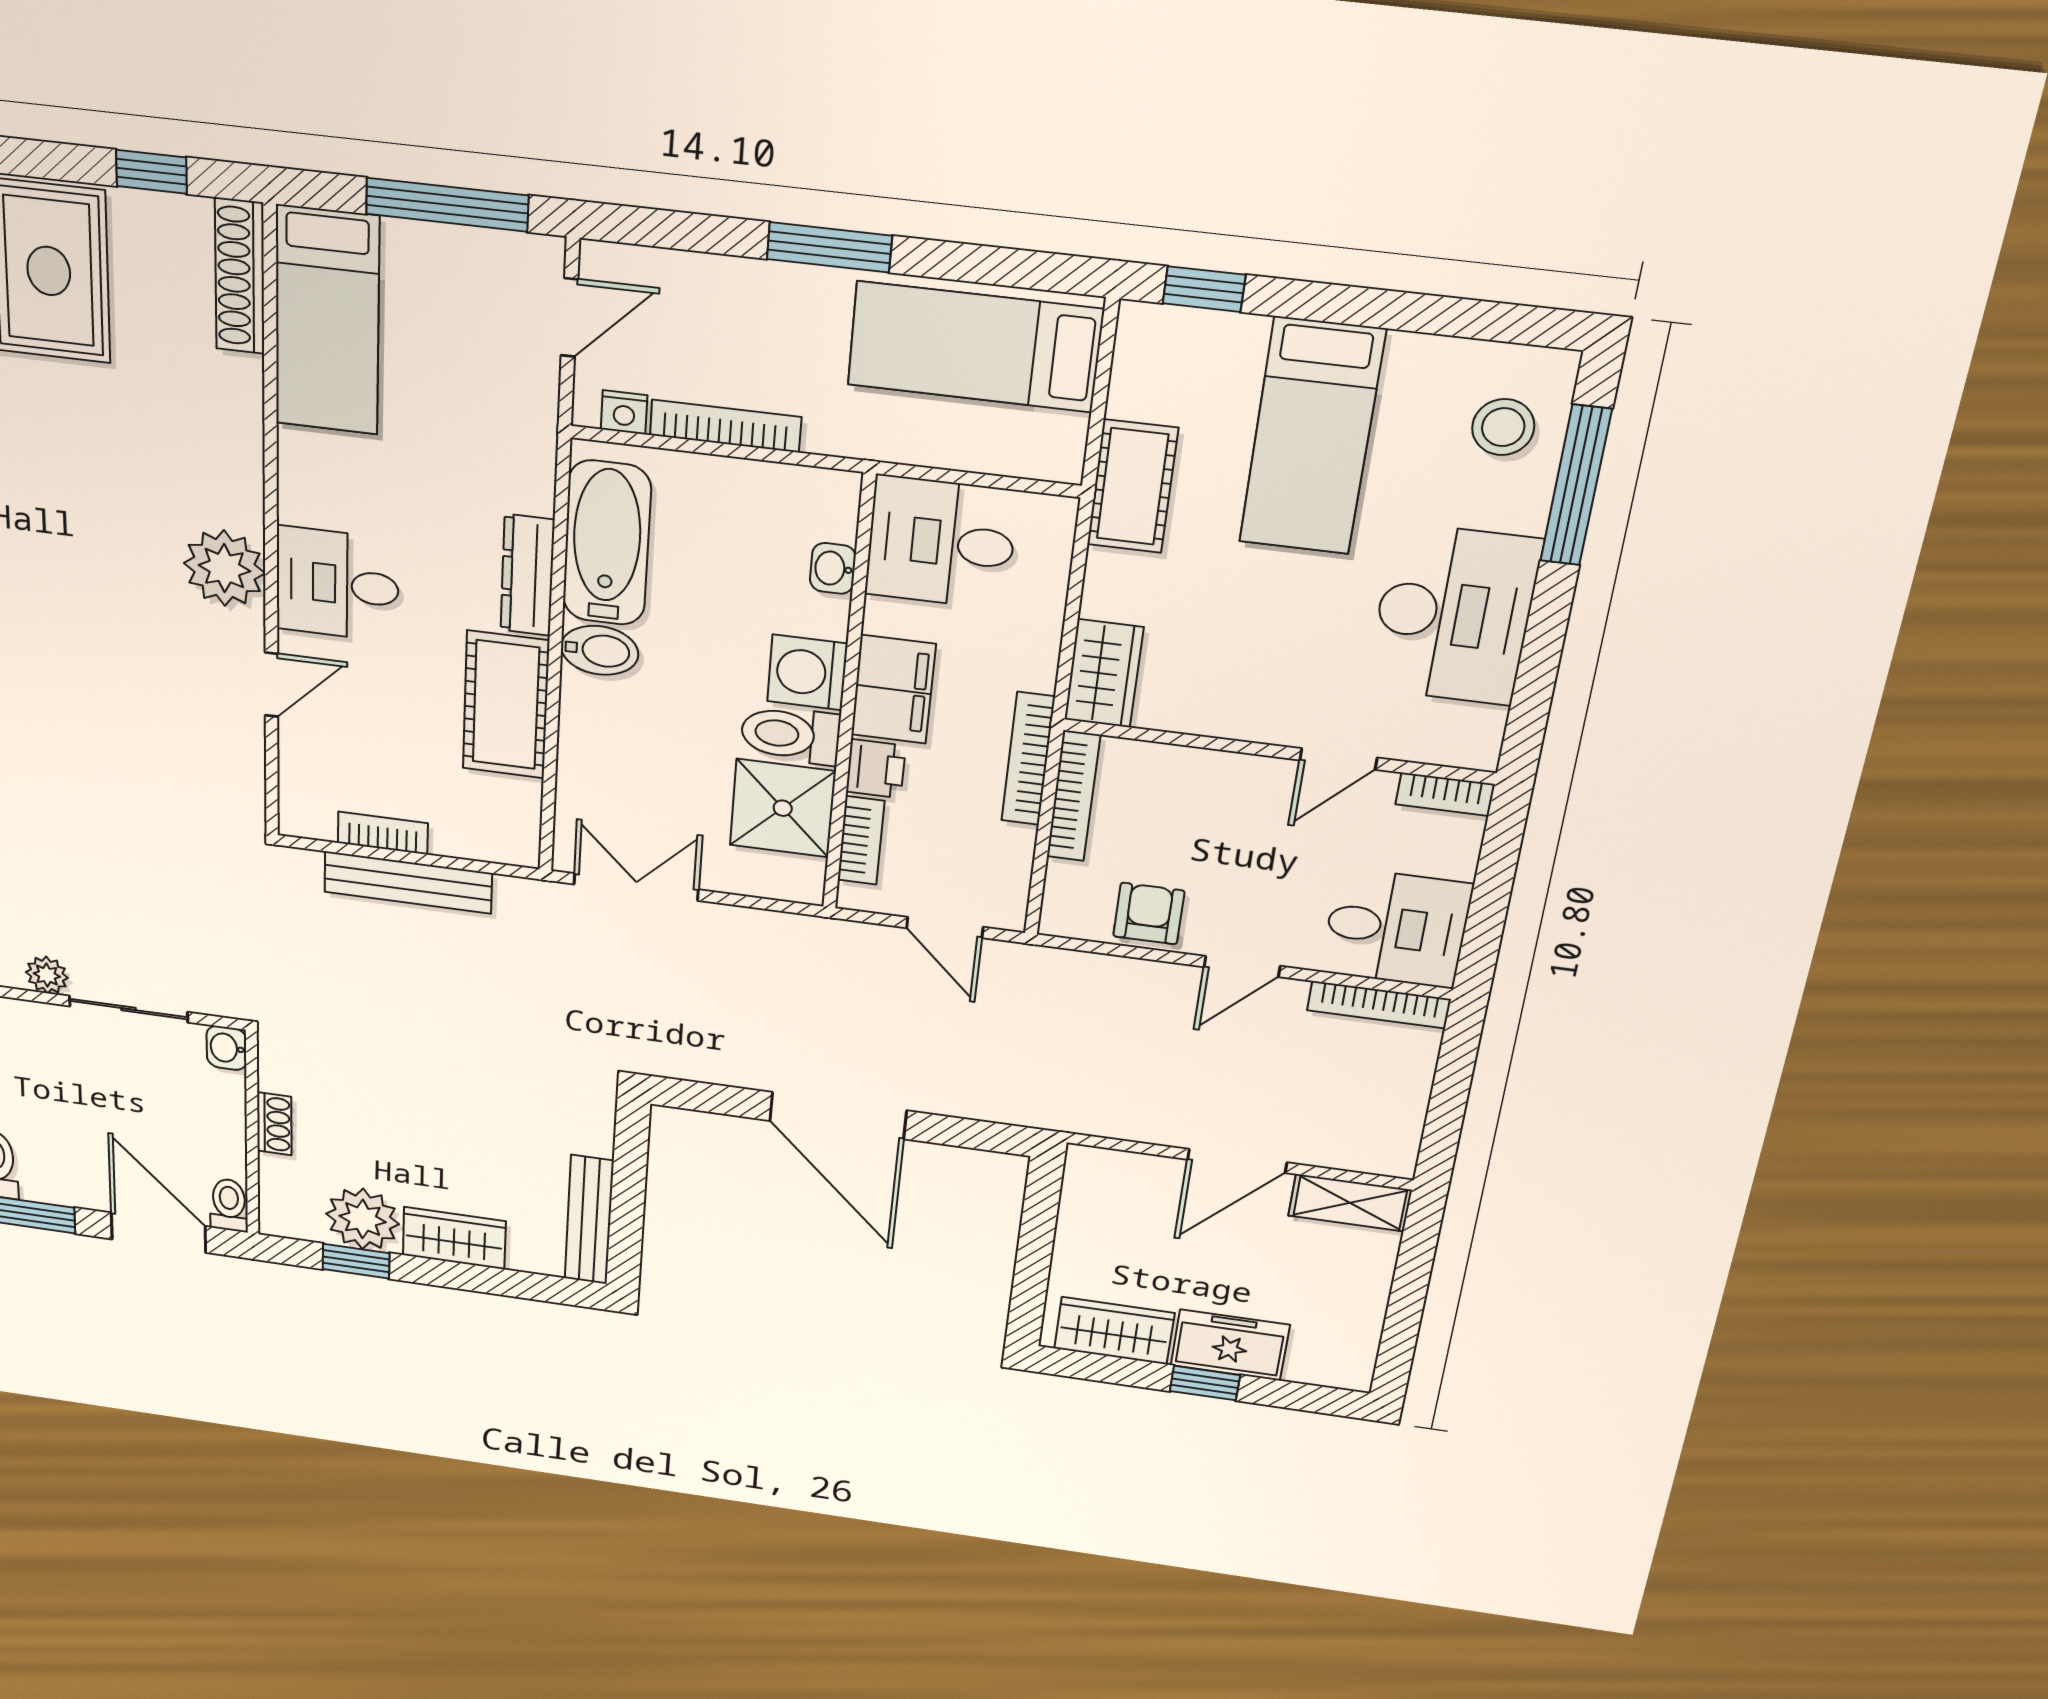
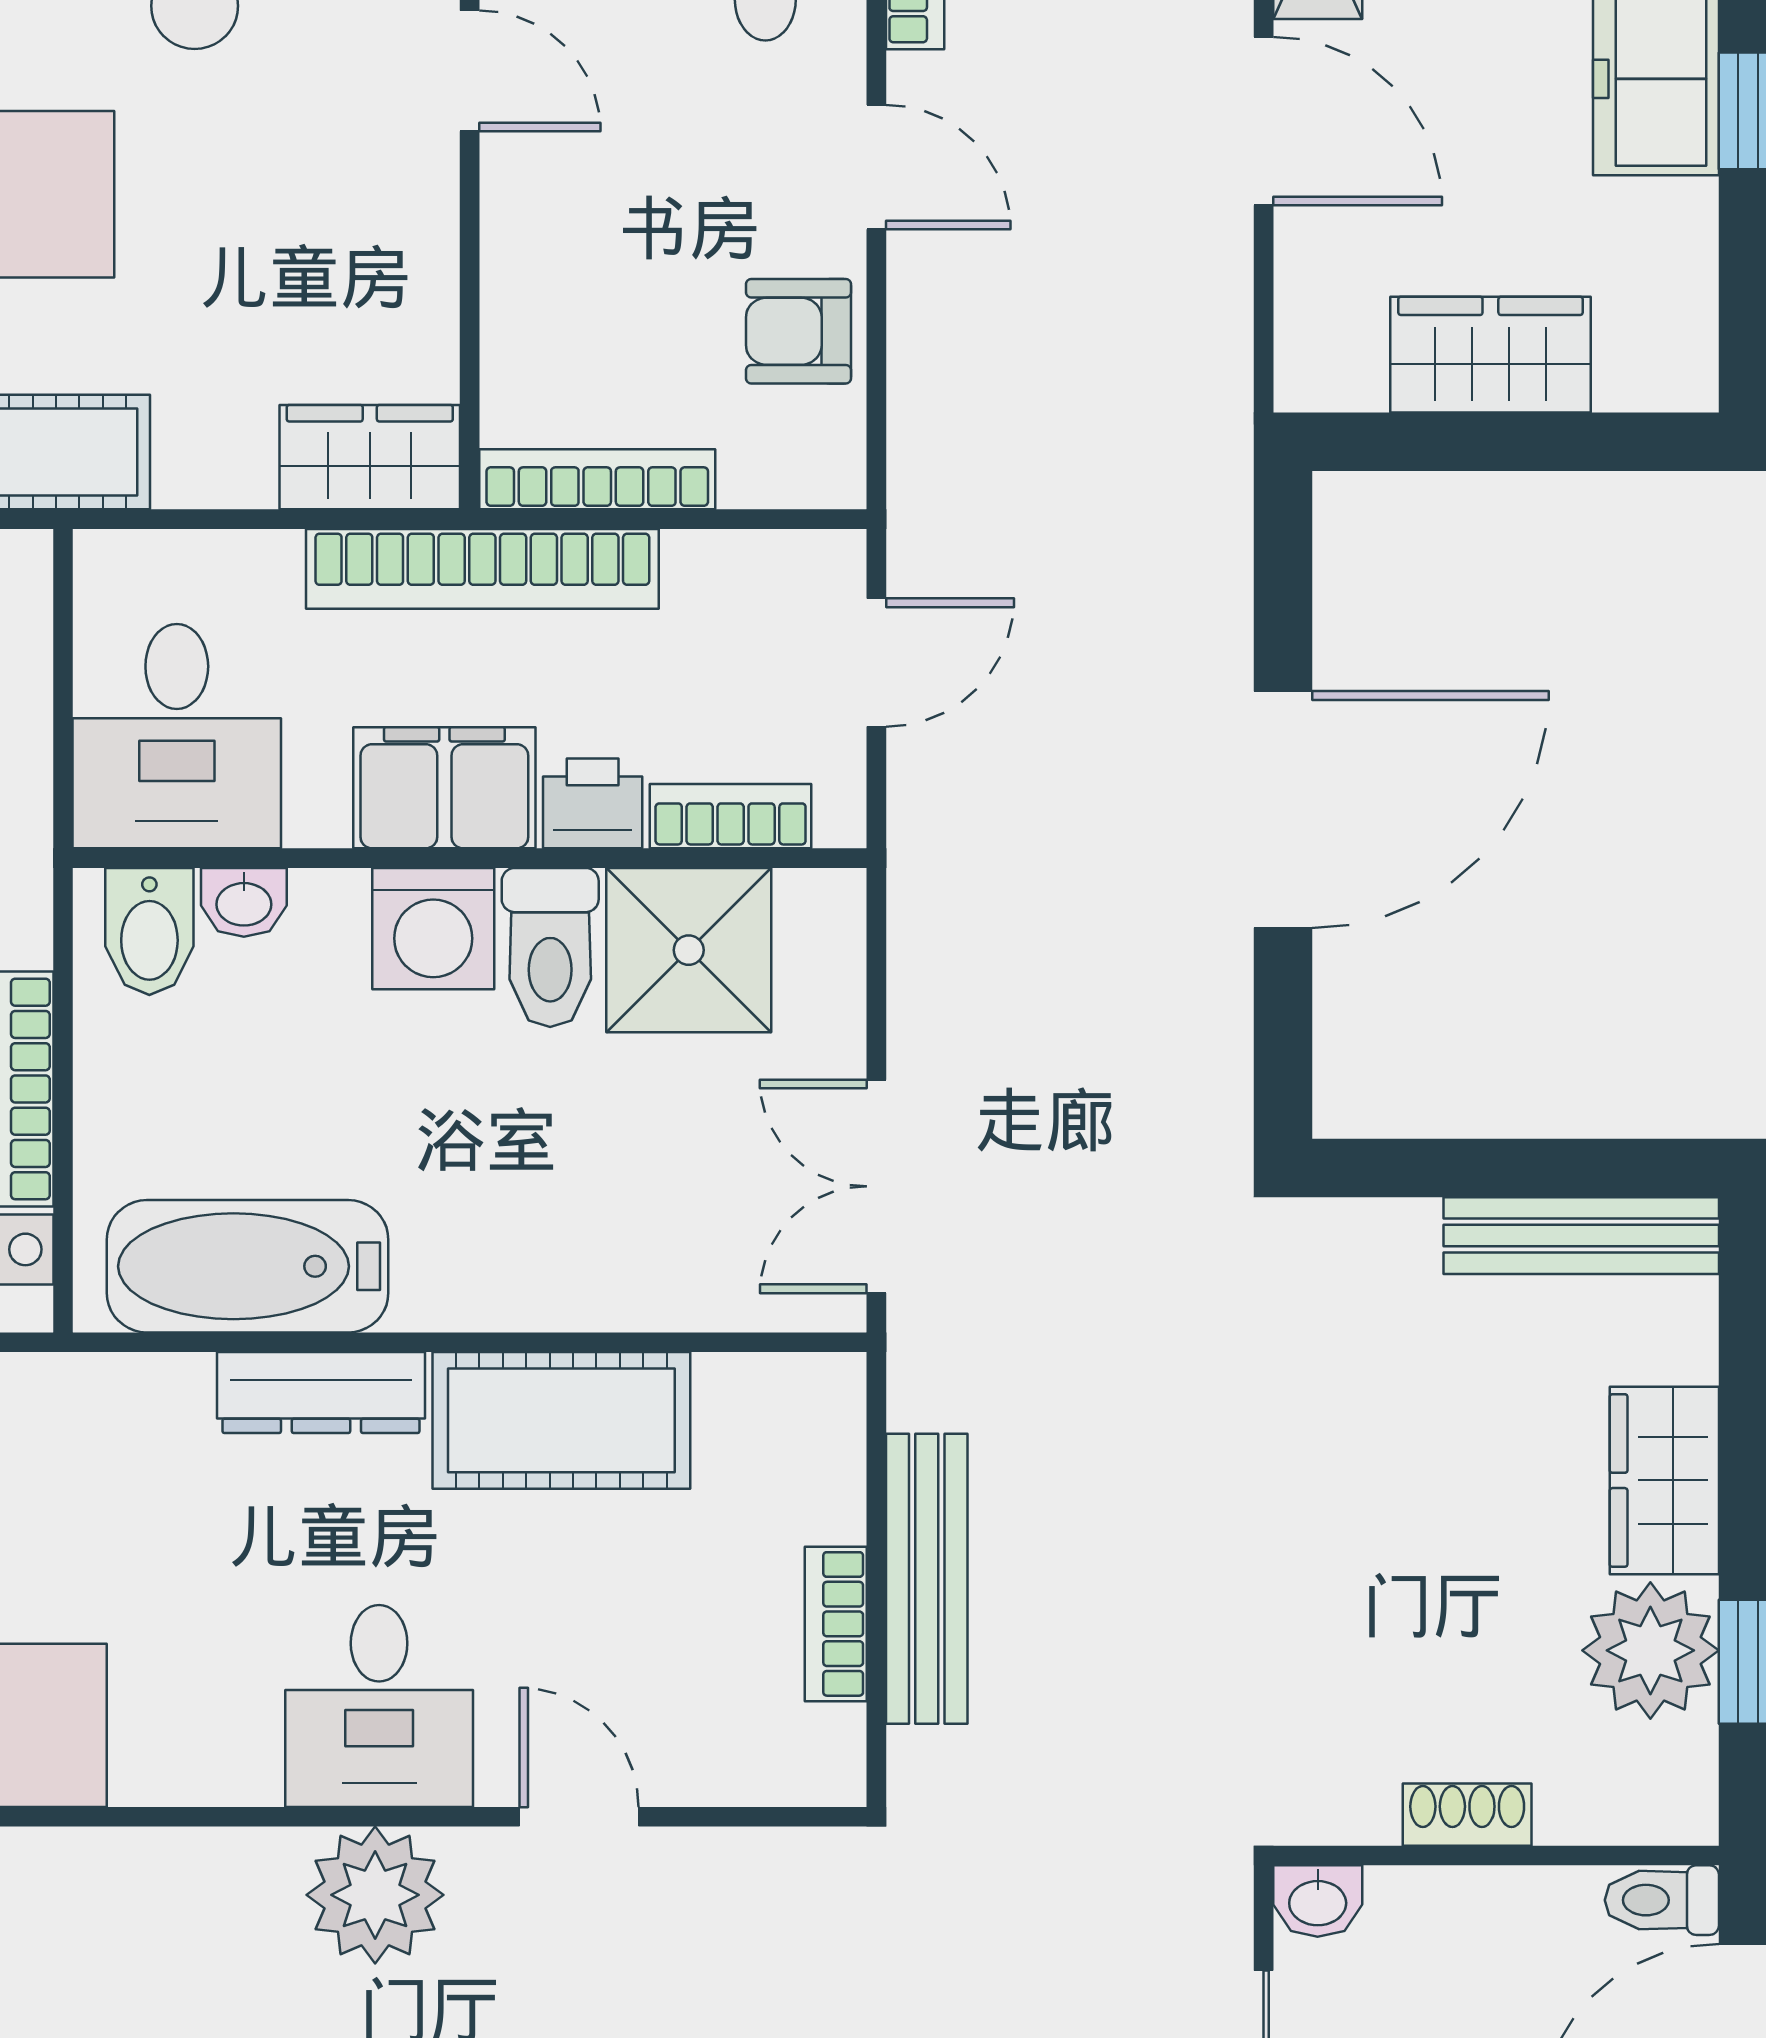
bidet: (600, 650) -> (149, 931), moved, turned 180
bookcase: (1028, 759) -> (482, 569), width x1.48, depth x1.31
wardrobe: (1114, 1331) -> (1490, 355), moved, turned 90

